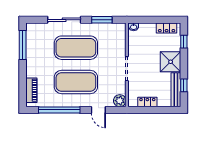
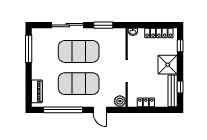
locker: (167, 28) -> (159, 33), width x1.53

